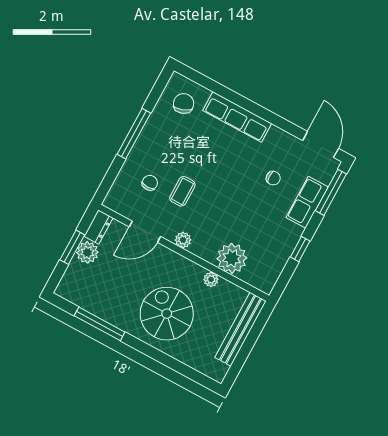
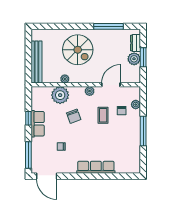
chair: (184, 104) -> (74, 116), moved
plant: (123, 180) -> (136, 105), added
row of seats: (307, 202) -> (38, 124), moved
dresser: (98, 227) -> (135, 43), moved

